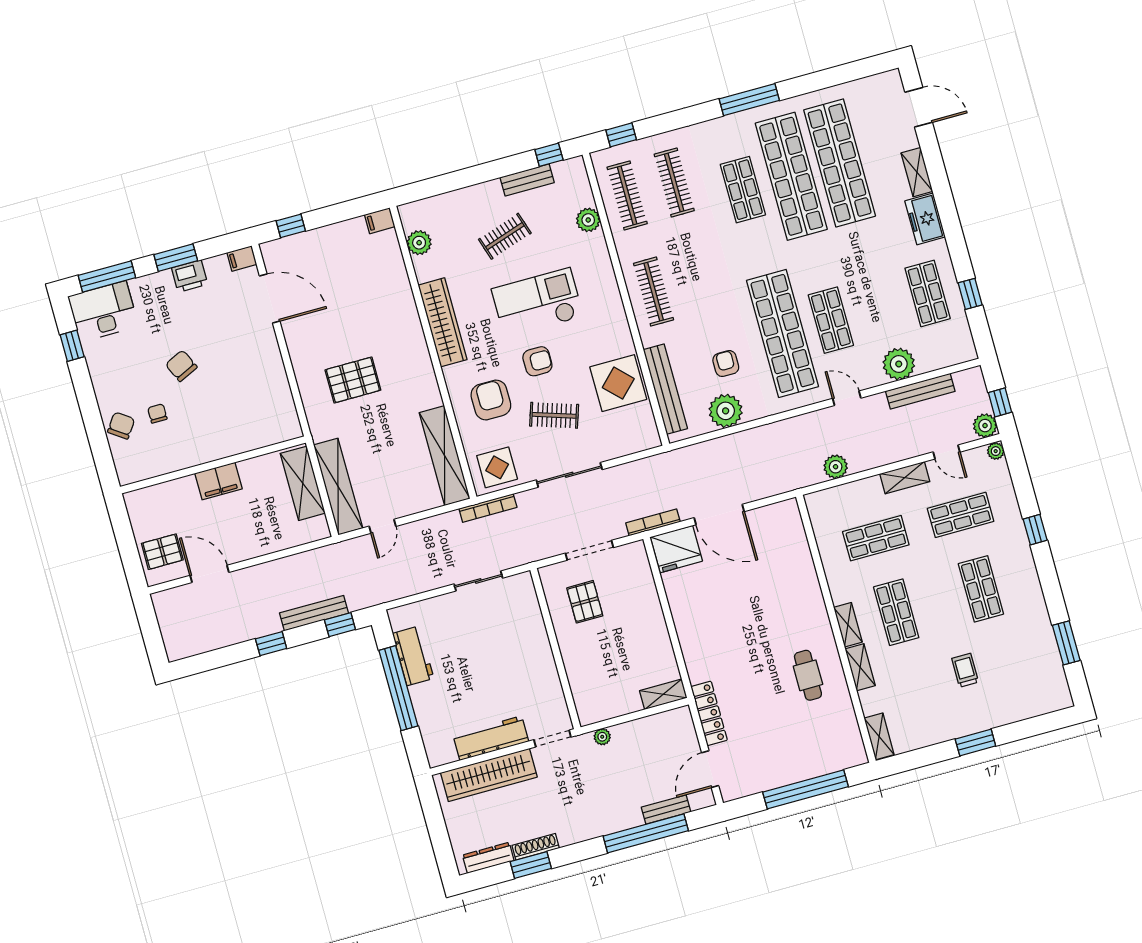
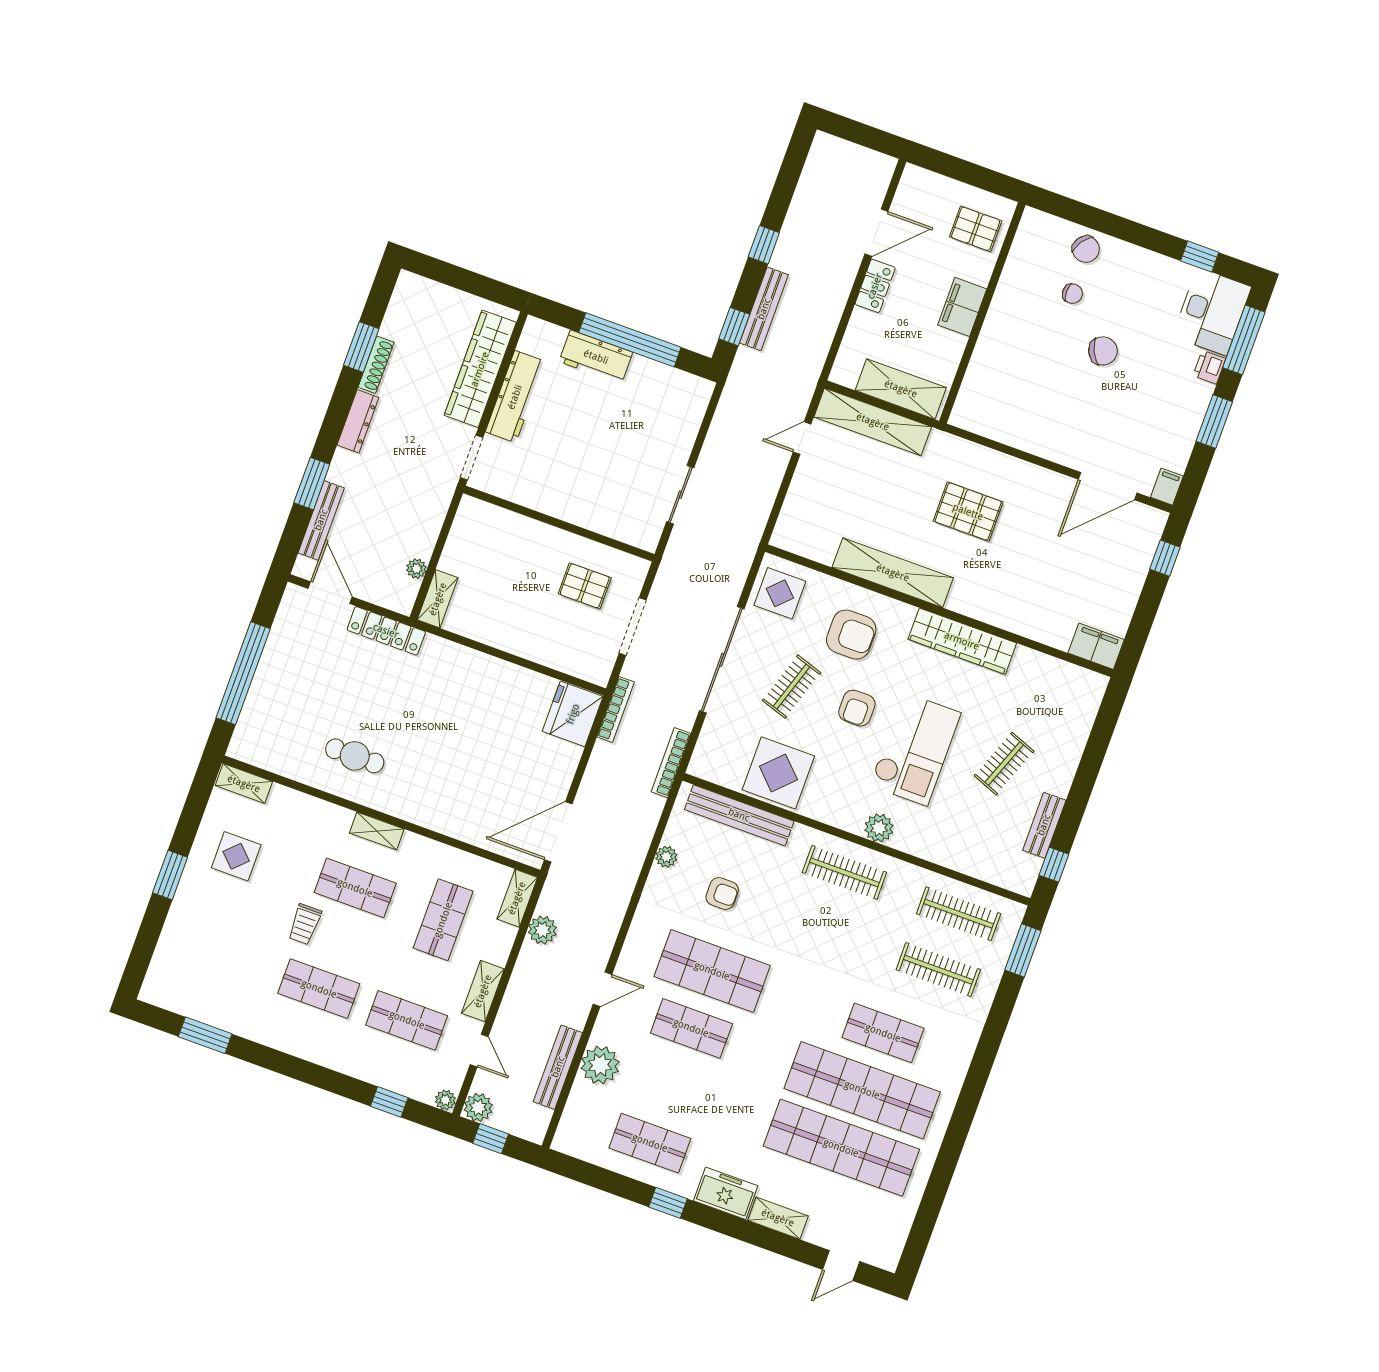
window: (749, 100) -> (968, 1102), removed
door: (919, 107) -> (841, 1265), width x0.73
window: (621, 135) -> (1023, 950), width x1.50
plant: (588, 220) -> (879, 828), moved
filing cabinet: (380, 221) -> (1096, 646), width x2.00
clothes rail: (505, 236) -> (1004, 764), turned 39
plant: (419, 243) -> (1058, 674), removed
printer: (190, 276) -> (1209, 367), moved, width x0.73, depth x0.81
window: (970, 294) -> (668, 1203), moved
shop shelf: (782, 333) -> (712, 971), width x0.71
pallet: (353, 380) -> (968, 512), turned 90
plant: (726, 411) -> (666, 857), width x0.53, depth x0.53
door: (947, 452) -> (479, 1051), swing flipped
shelving: (445, 456) -> (893, 573), moved
sliding door: (569, 475) -> (722, 660), width x1.36
bookcase: (488, 508) -> (671, 763), moved
door: (719, 515) -> (558, 832), moved
shop shelf: (961, 515) -> (407, 1020), turned 90
door: (383, 526) -> (802, 438), hinge flipped
window: (1035, 530) -> (389, 1102), moved
locker: (246, 549) -> (875, 286), added
pallet: (162, 552) -> (976, 229), moved, turned 90
workbench: (413, 656) -> (596, 357), moved
shelving: (860, 667) -> (517, 898), moved, turned 90
trolley: (965, 670) -> (305, 924), moved, turned 90
display table: (932, 707) -> (236, 856), added
plant: (602, 737) -> (416, 569), moved
bench: (666, 809) -> (321, 520), width x1.36
window: (646, 833) -> (312, 484), width x0.47
dresser: (488, 858) -> (358, 421), moved

